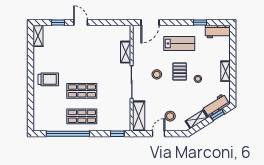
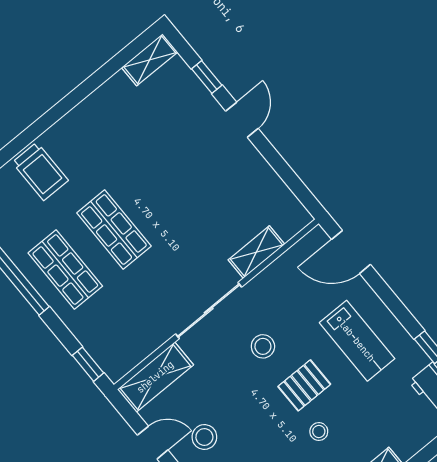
trolley: (48, 79) -> (40, 171), moved

